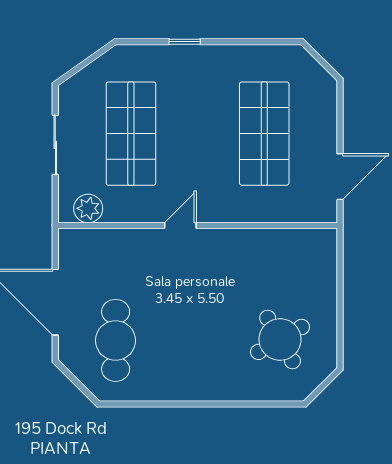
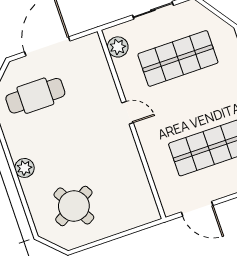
plant: (207, 388) -> (24, 168), added

